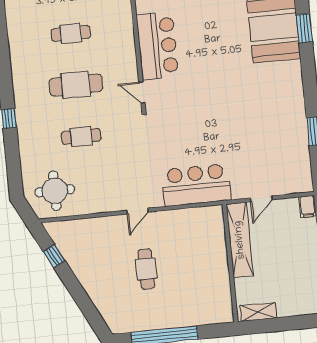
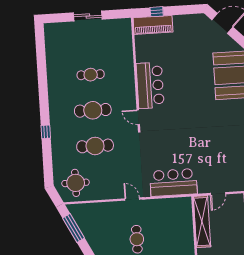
cafe table: (81, 136) -> (95, 146), width x1.37, depth x1.35
door: (137, 211) -> (132, 199), swing flipped
window: (54, 256) -> (74, 228), width x2.17

